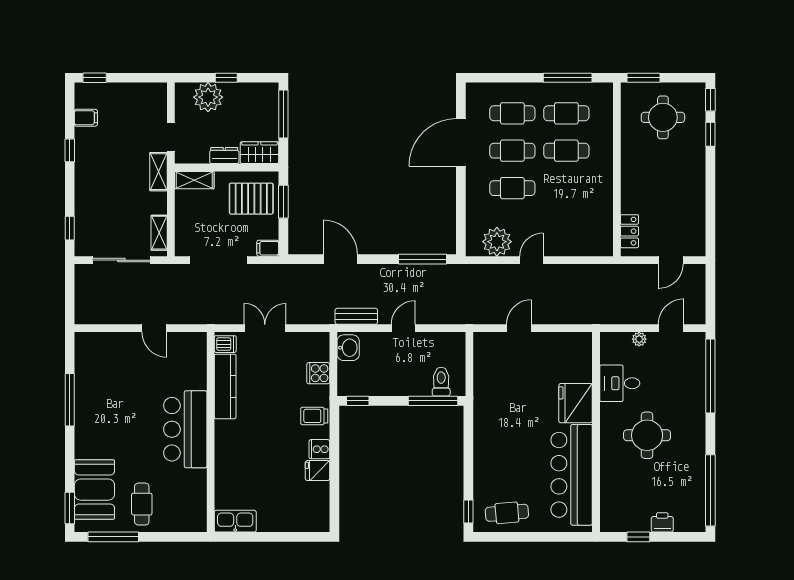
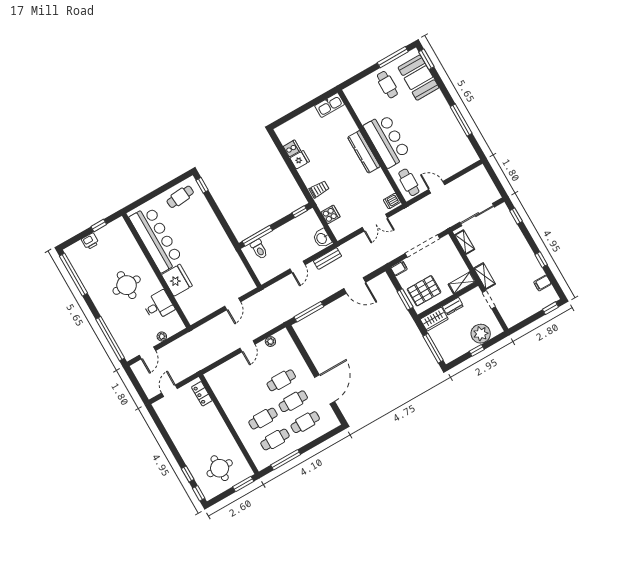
plant: (497, 242) -> (270, 342), width x0.53, depth x0.53
cafe table: (188, 356) -> (409, 182), added
kitchen counter: (225, 386) -> (364, 152), moved
cooker: (319, 449) -> (292, 148), moved

